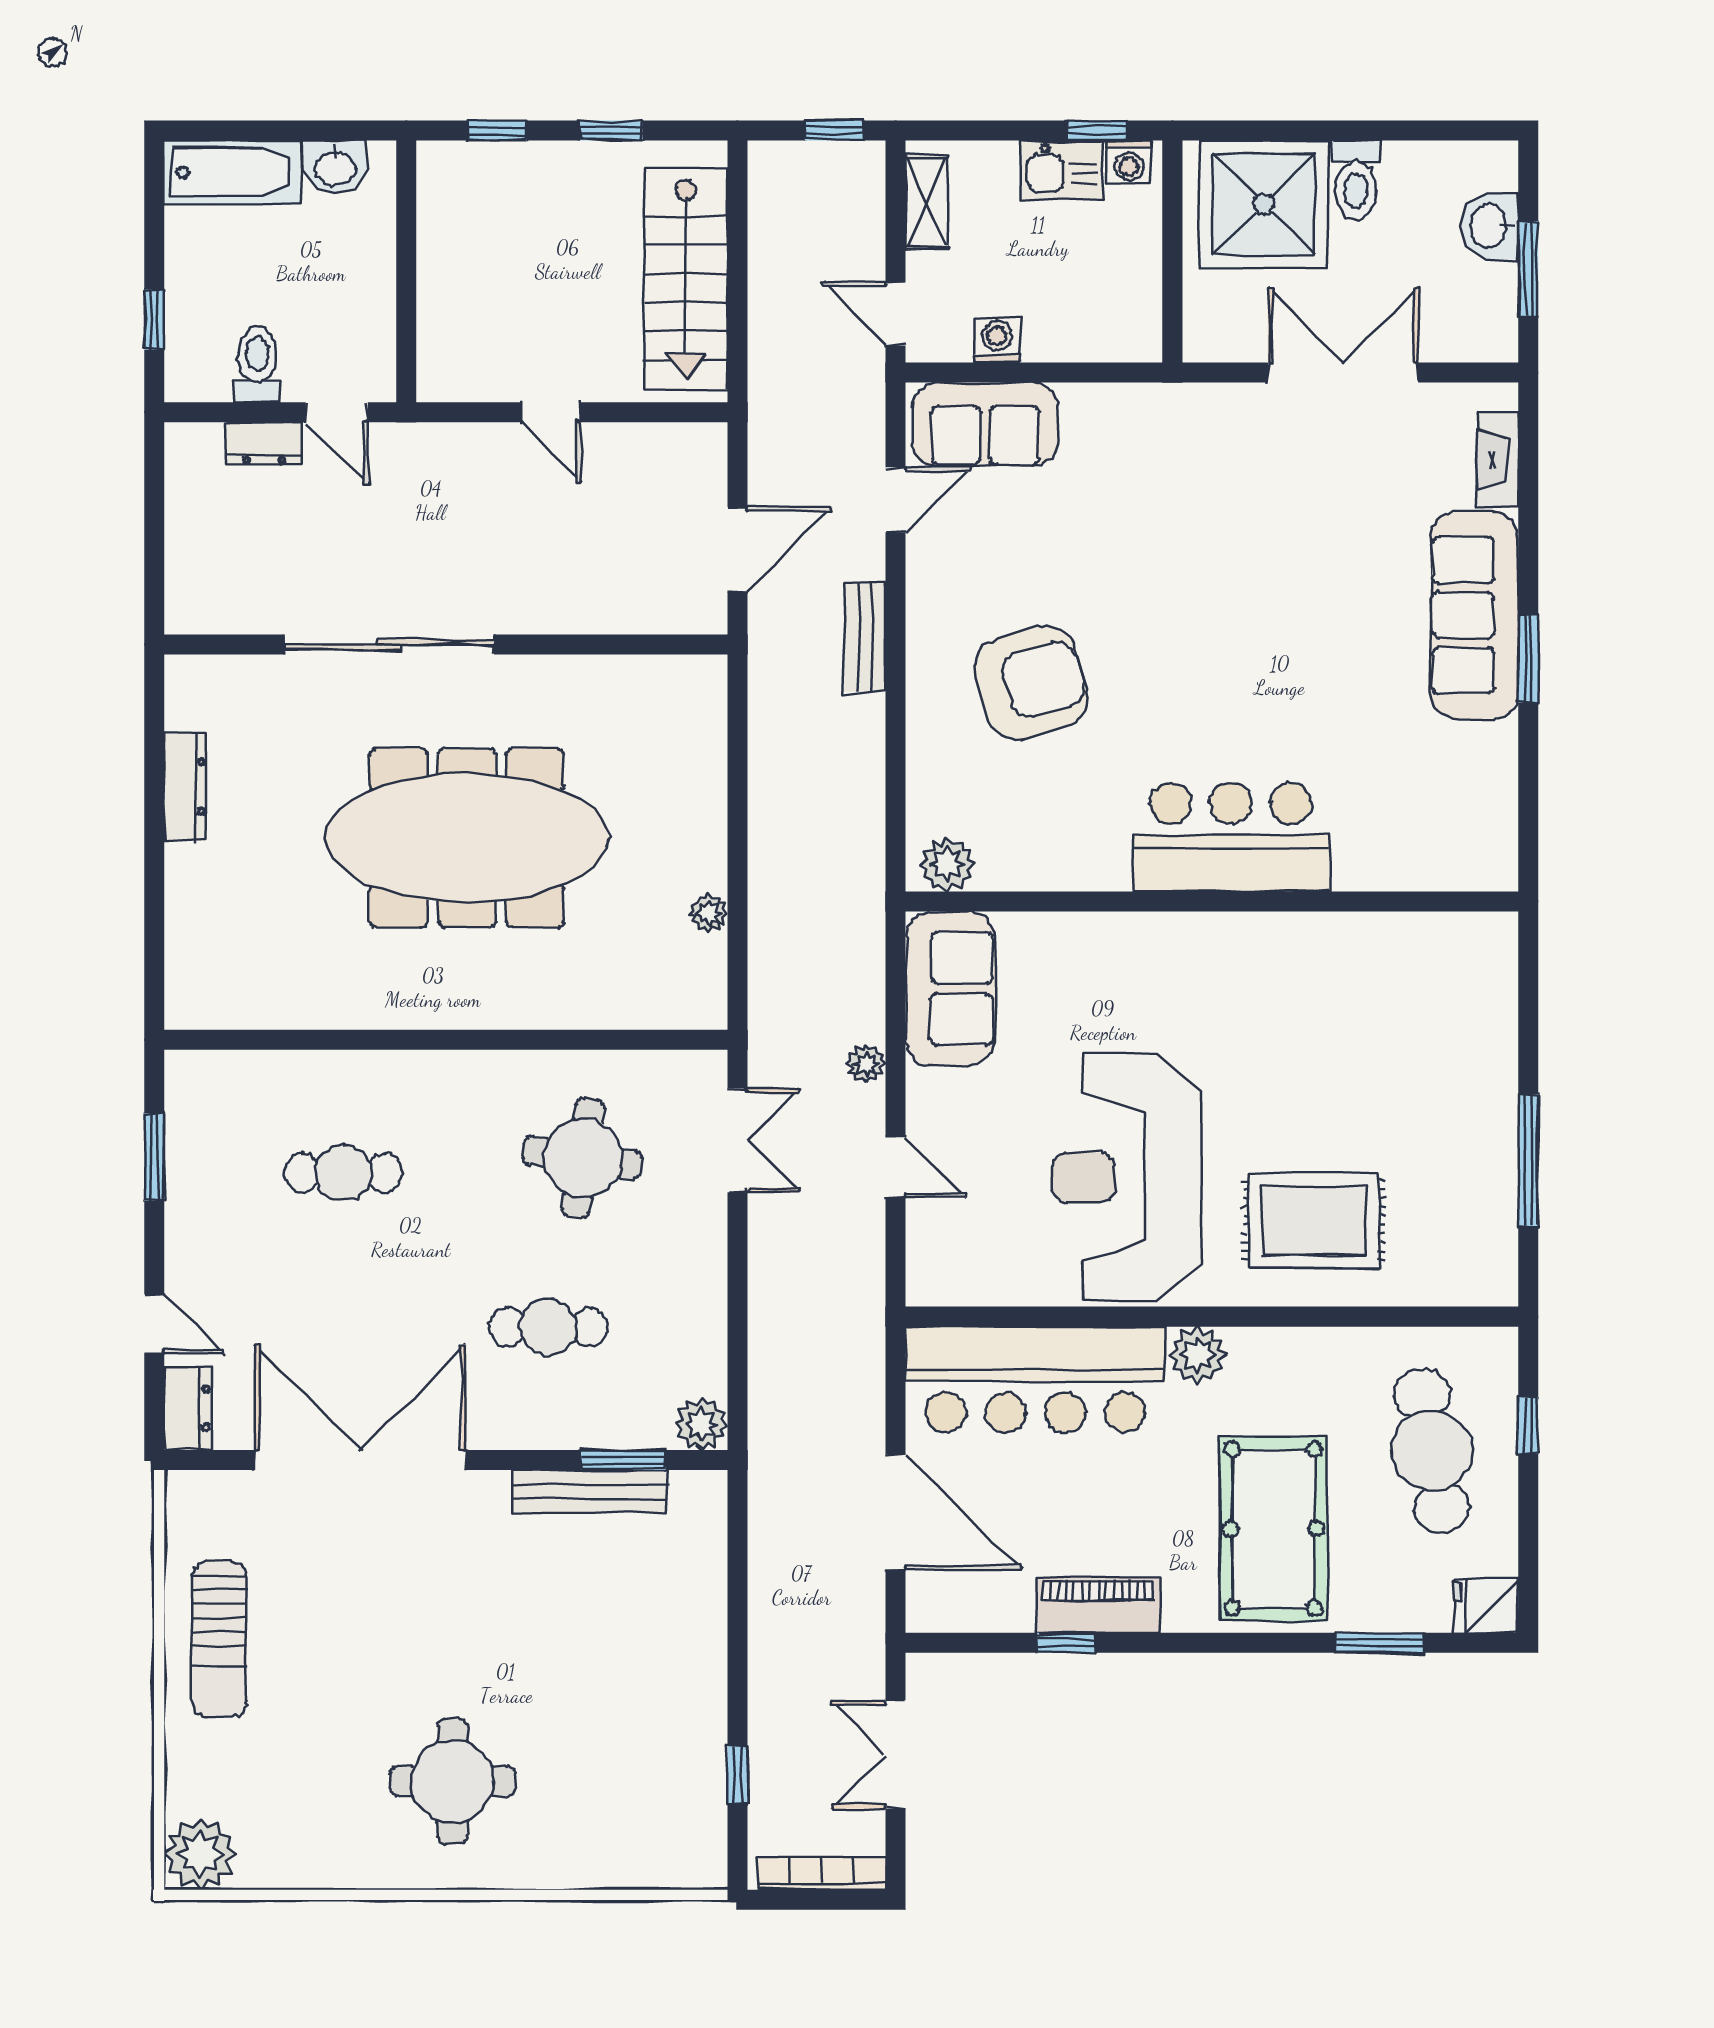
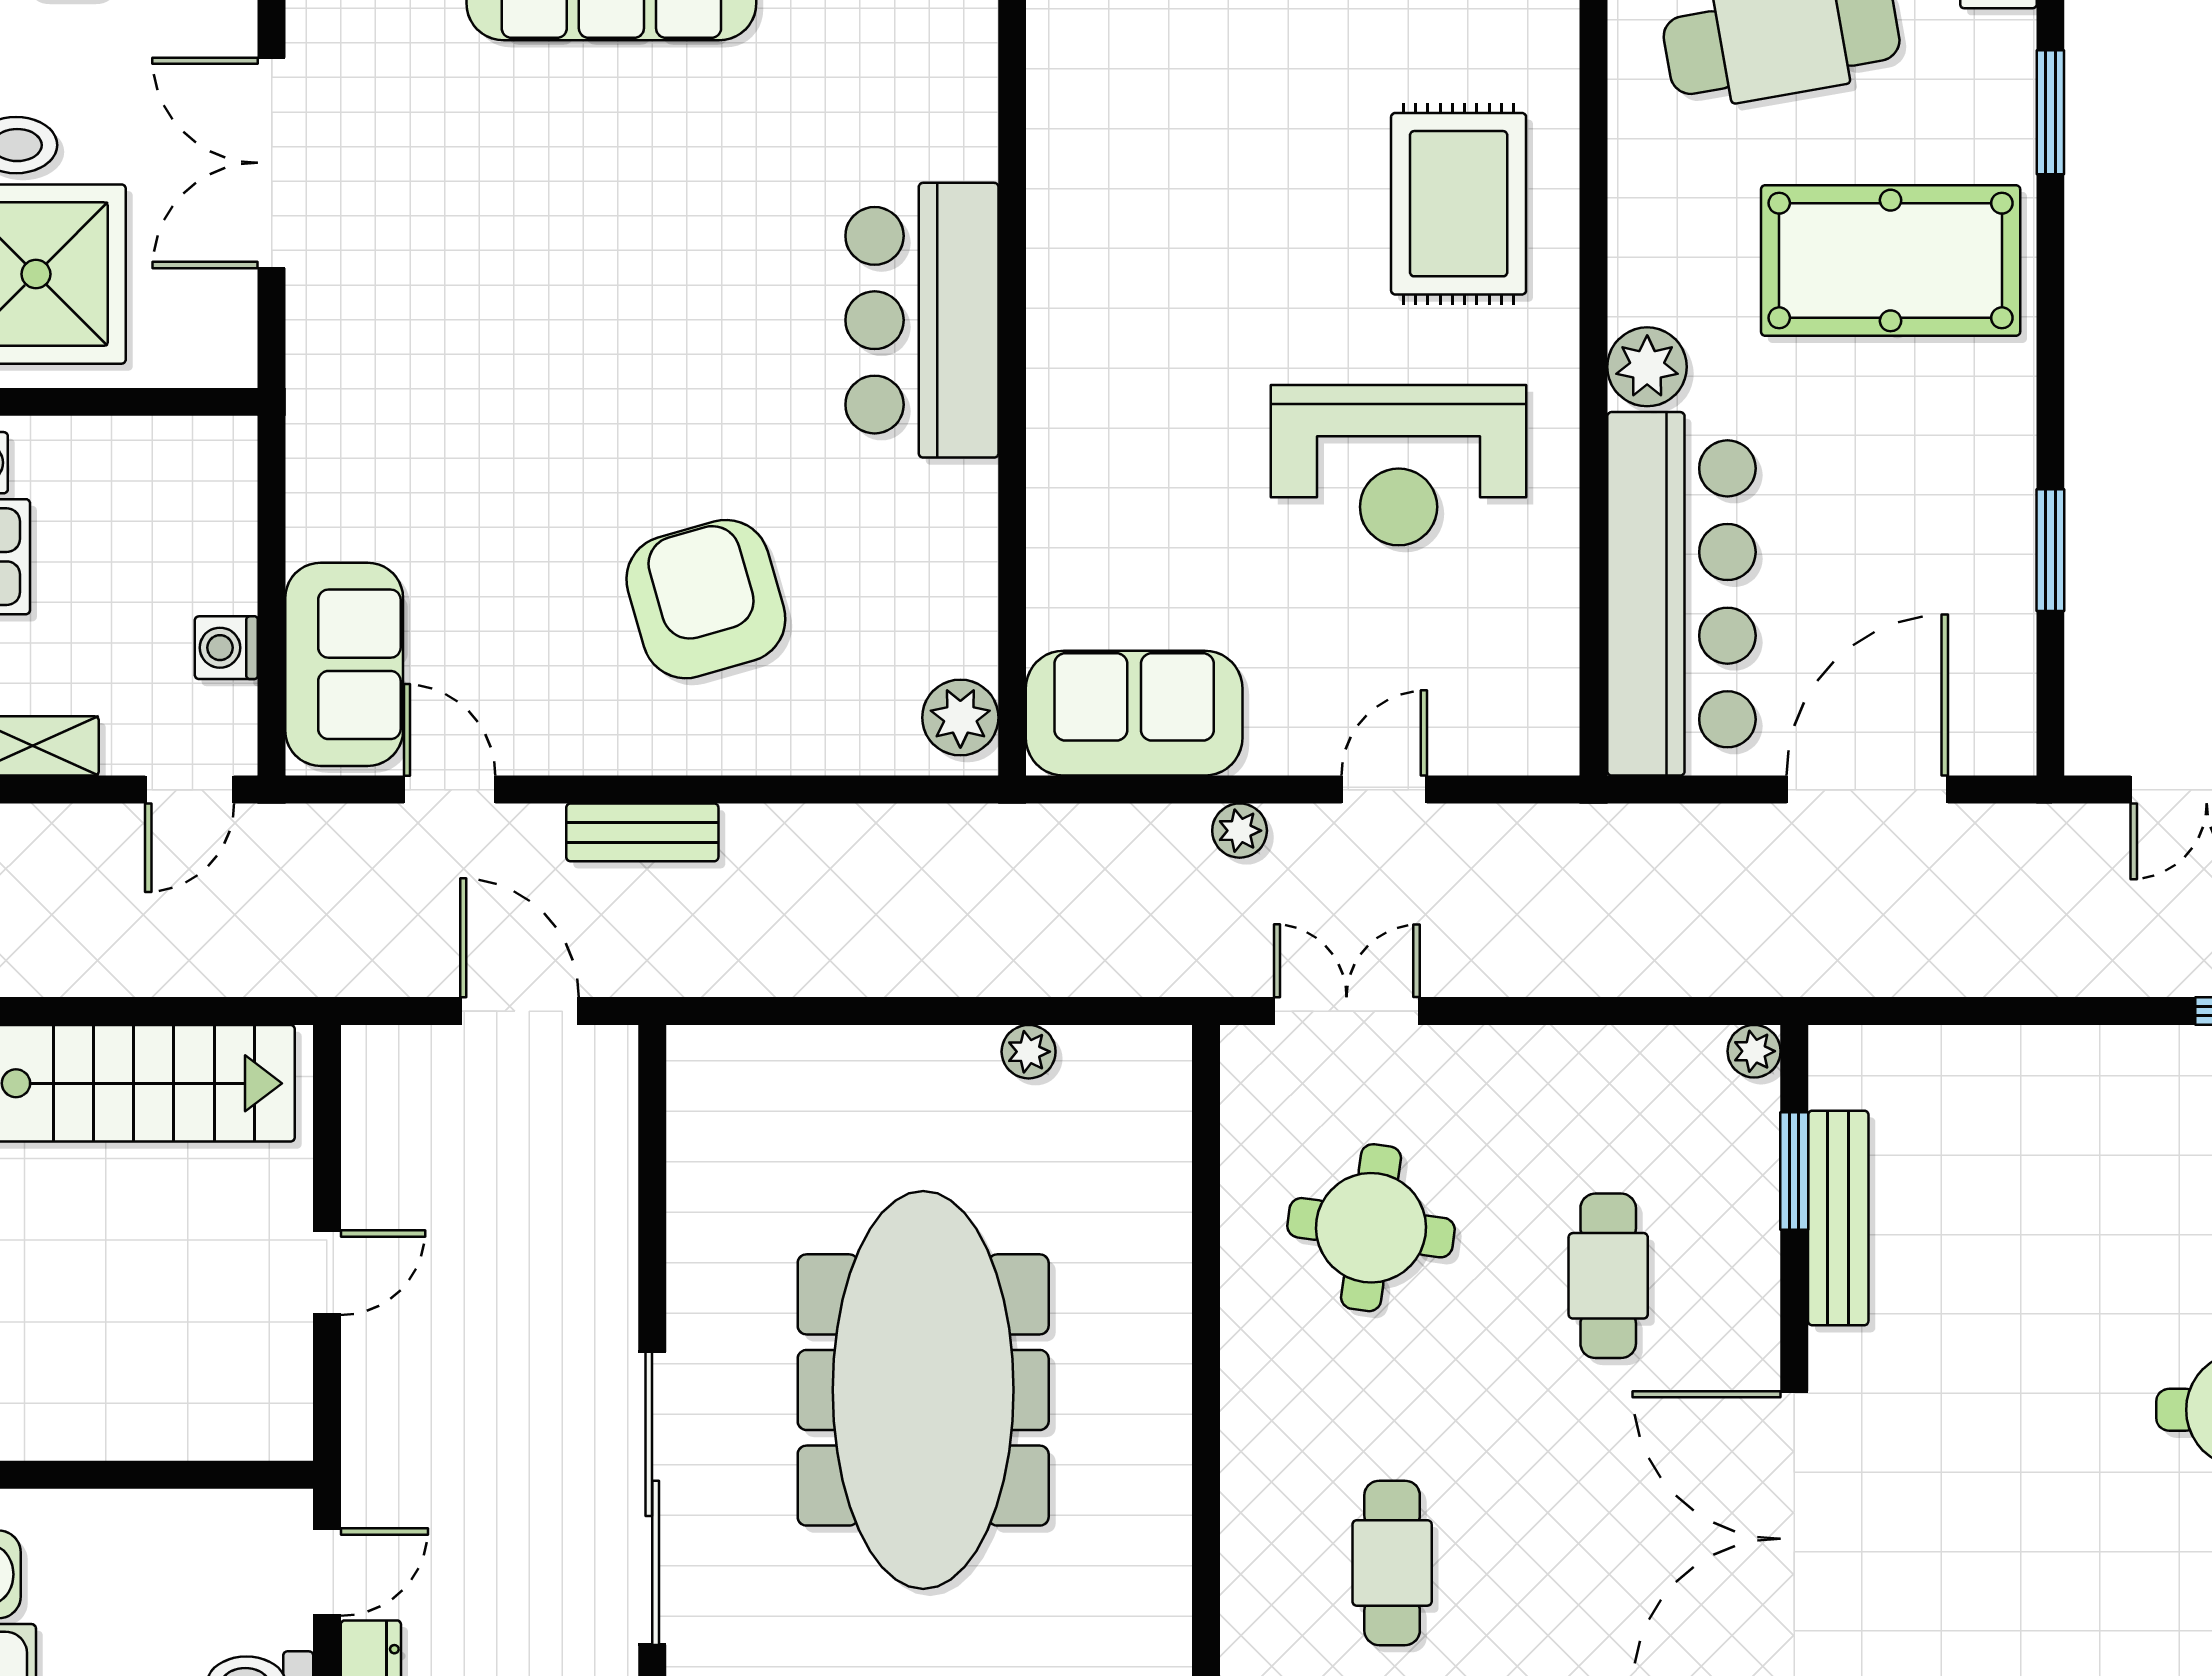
reception desk: (1127, 1177) -> (1399, 465), width x0.74, depth x0.77
plant: (702, 1424) -> (1754, 1051), width x0.73, depth x0.73
piano: (1098, 1606) -> (1998, 506), removed
window: (1067, 1643) -> (2050, 550), width x1.50

